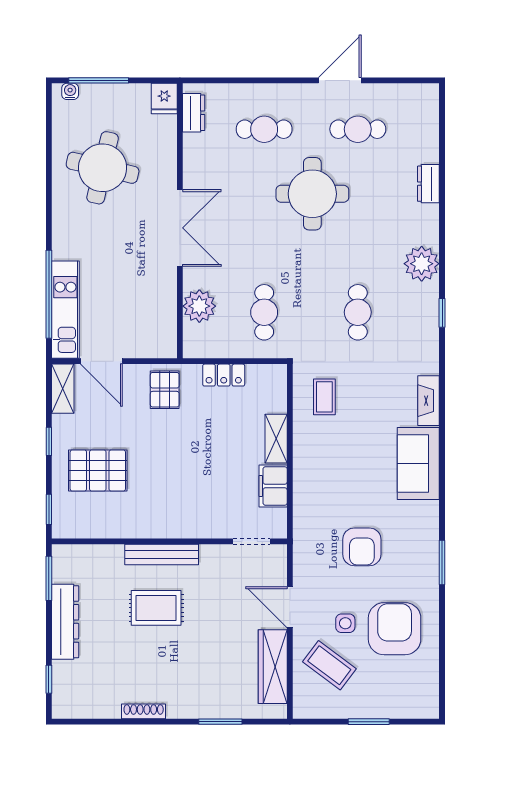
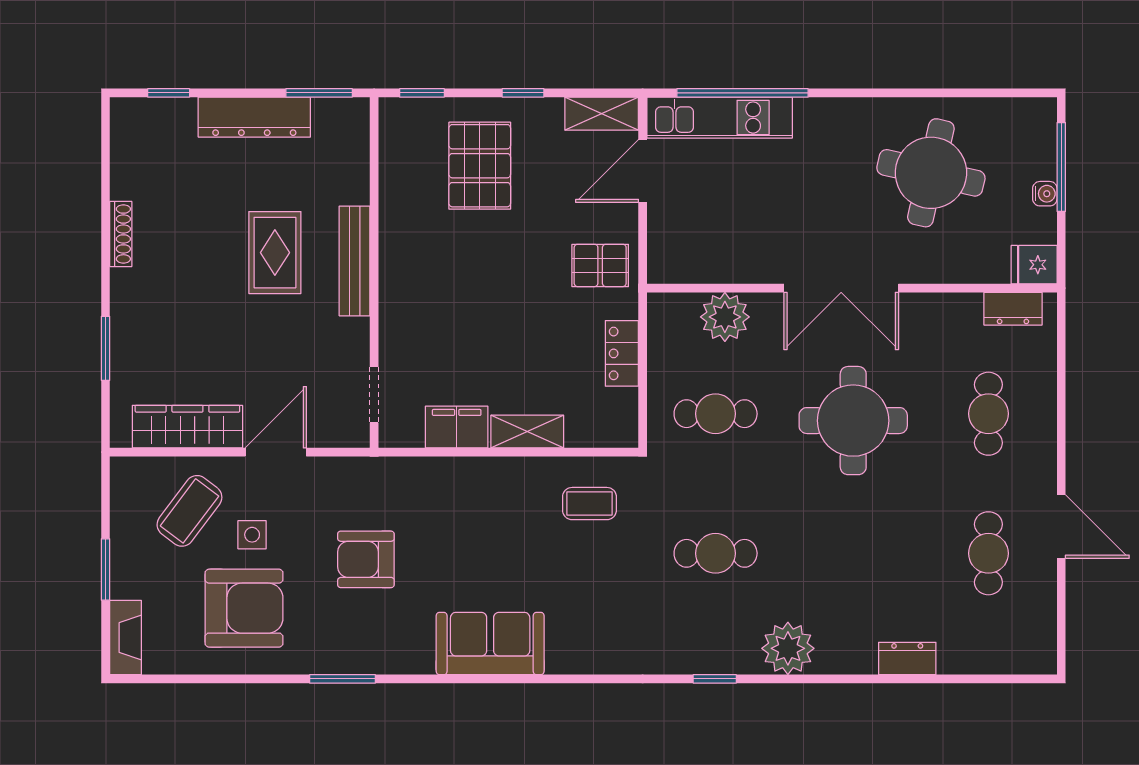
water cooler: (70, 91) -> (1045, 194), moved
round table: (312, 194) -> (853, 421), moved
fireplace: (429, 401) -> (126, 638), moved, turned 90

